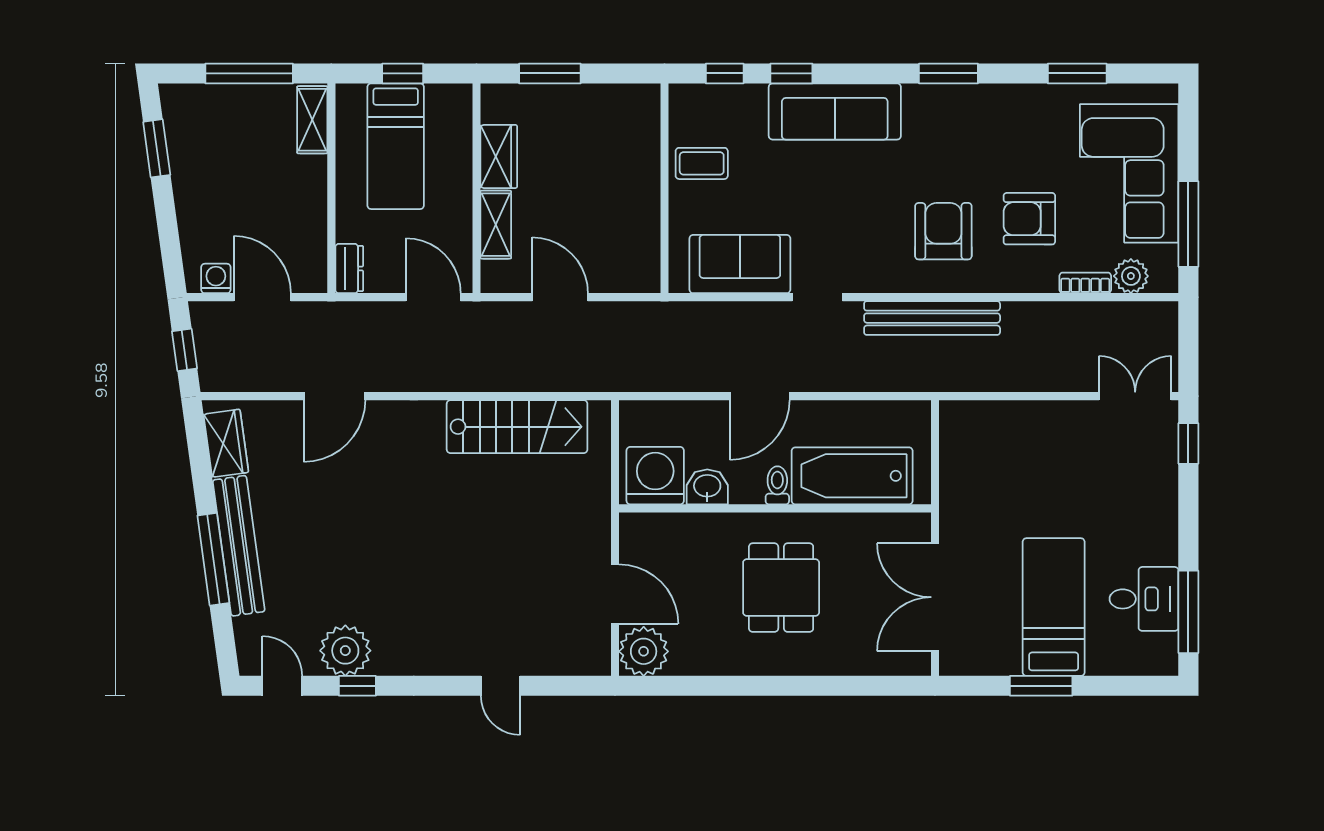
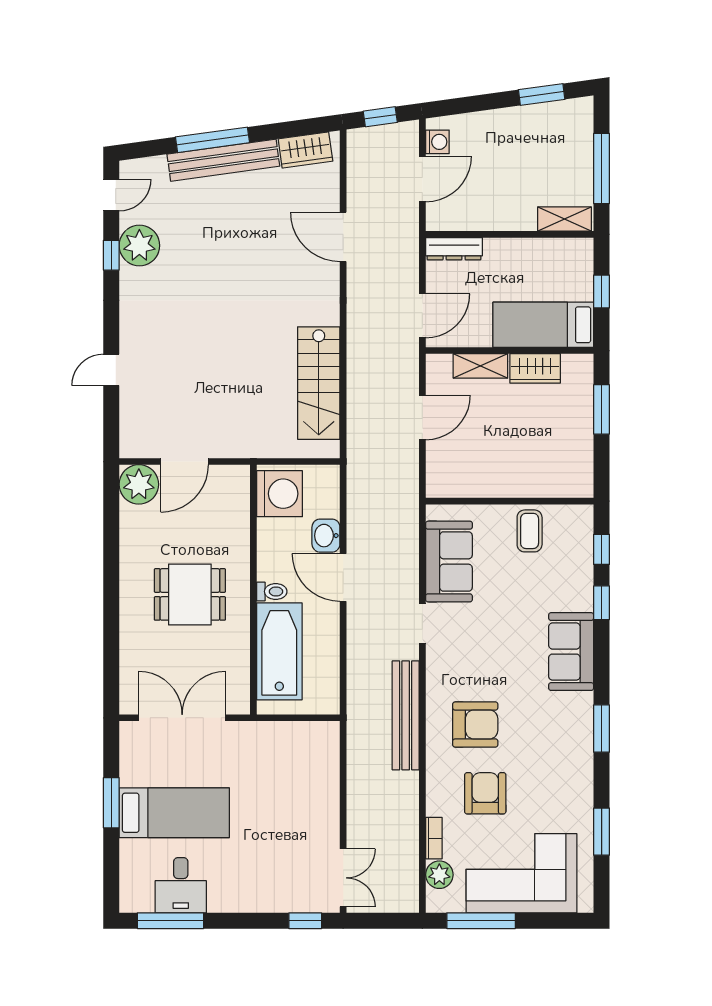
sofa: (835, 111) -> (571, 652), width x0.73
bed: (396, 146) -> (543, 325), moved
dresser: (349, 269) -> (454, 249), width x1.44
washbasin: (707, 487) -> (326, 536), moved, turned 180

